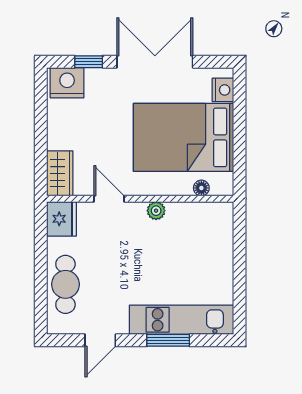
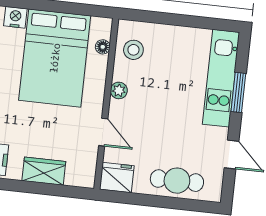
wardrobe: (60, 173) -> (44, 171), moved
door: (109, 199) -> (103, 132), swing flipped
stool: (202, 222) -> (133, 50), added

